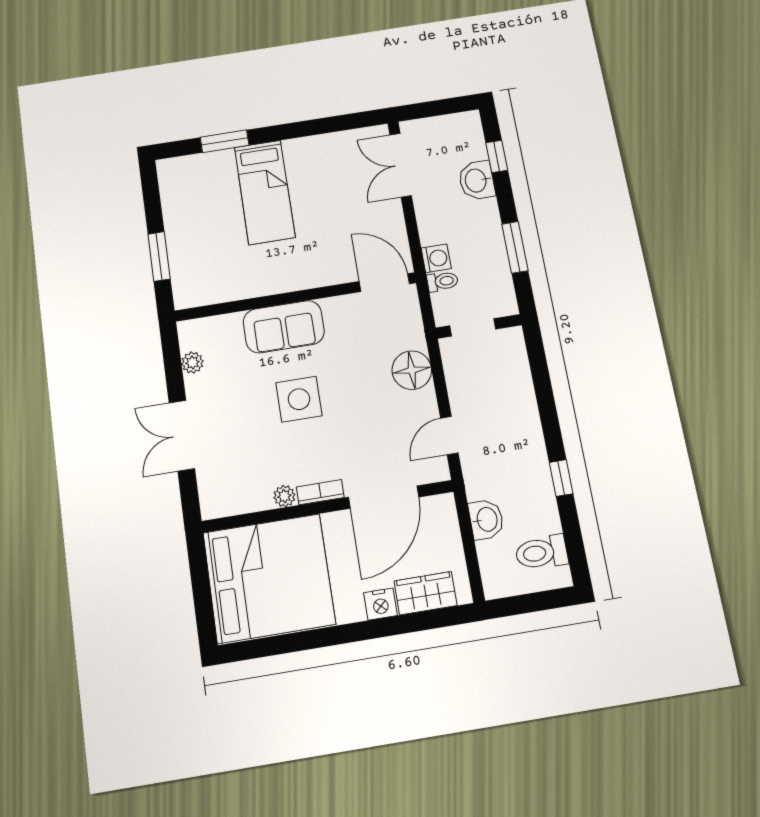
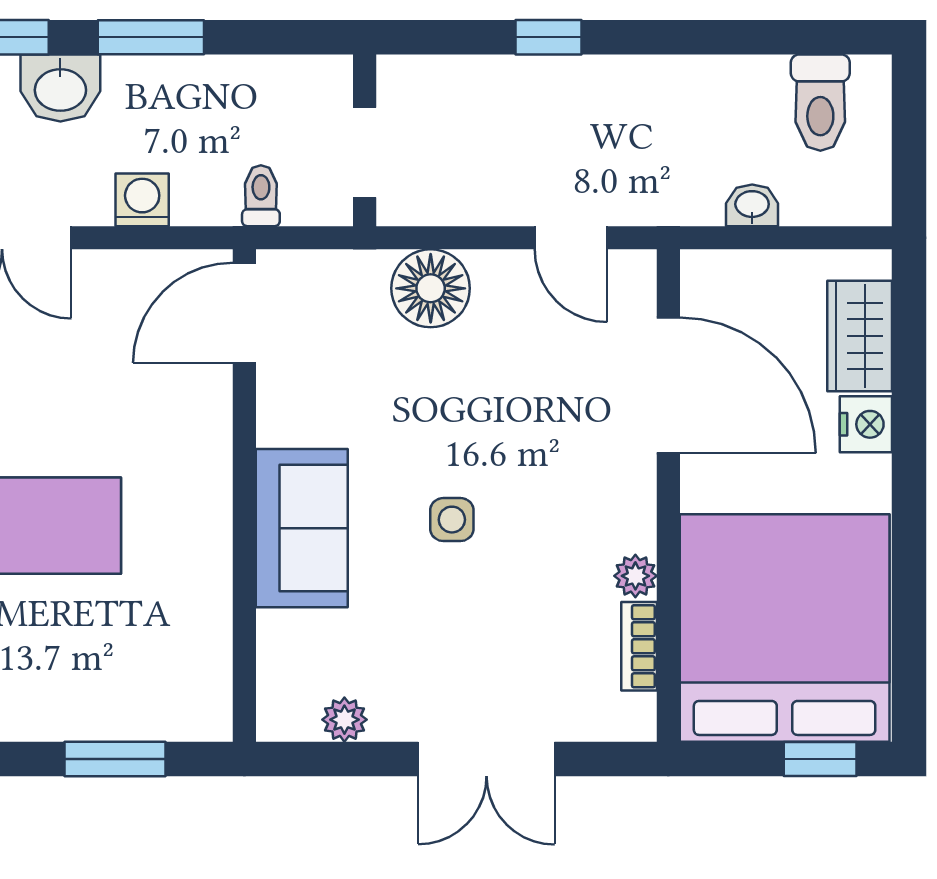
window: (515, 247) -> (151, 37), moved
washing machine: (436, 258) -> (142, 200), moved
side table: (299, 399) -> (452, 520), width x0.54, depth x0.54
window: (561, 478) -> (549, 37), moved
bookcase: (320, 492) -> (639, 646), moved
washbasin: (486, 519) -> (752, 205), width x0.72, depth x0.69
window: (204, 608) -> (820, 759), added

